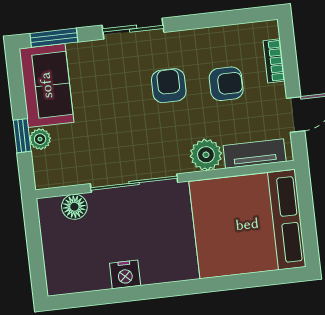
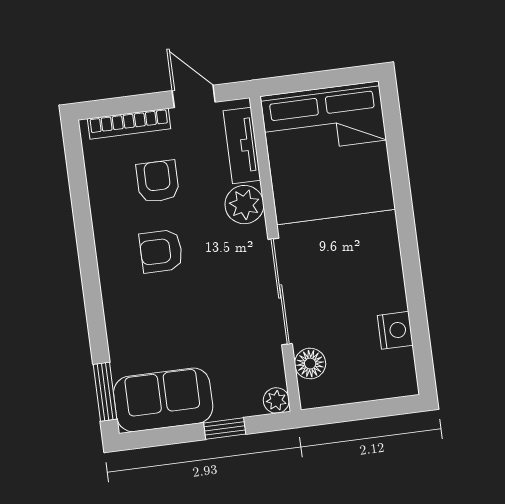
sliding door: (133, 29) -> (92, 296), removed
bookcase: (274, 61) -> (129, 124), width x1.56
plant: (40, 139) -> (276, 400), moved
nightstand: (125, 274) -> (395, 330), moved

